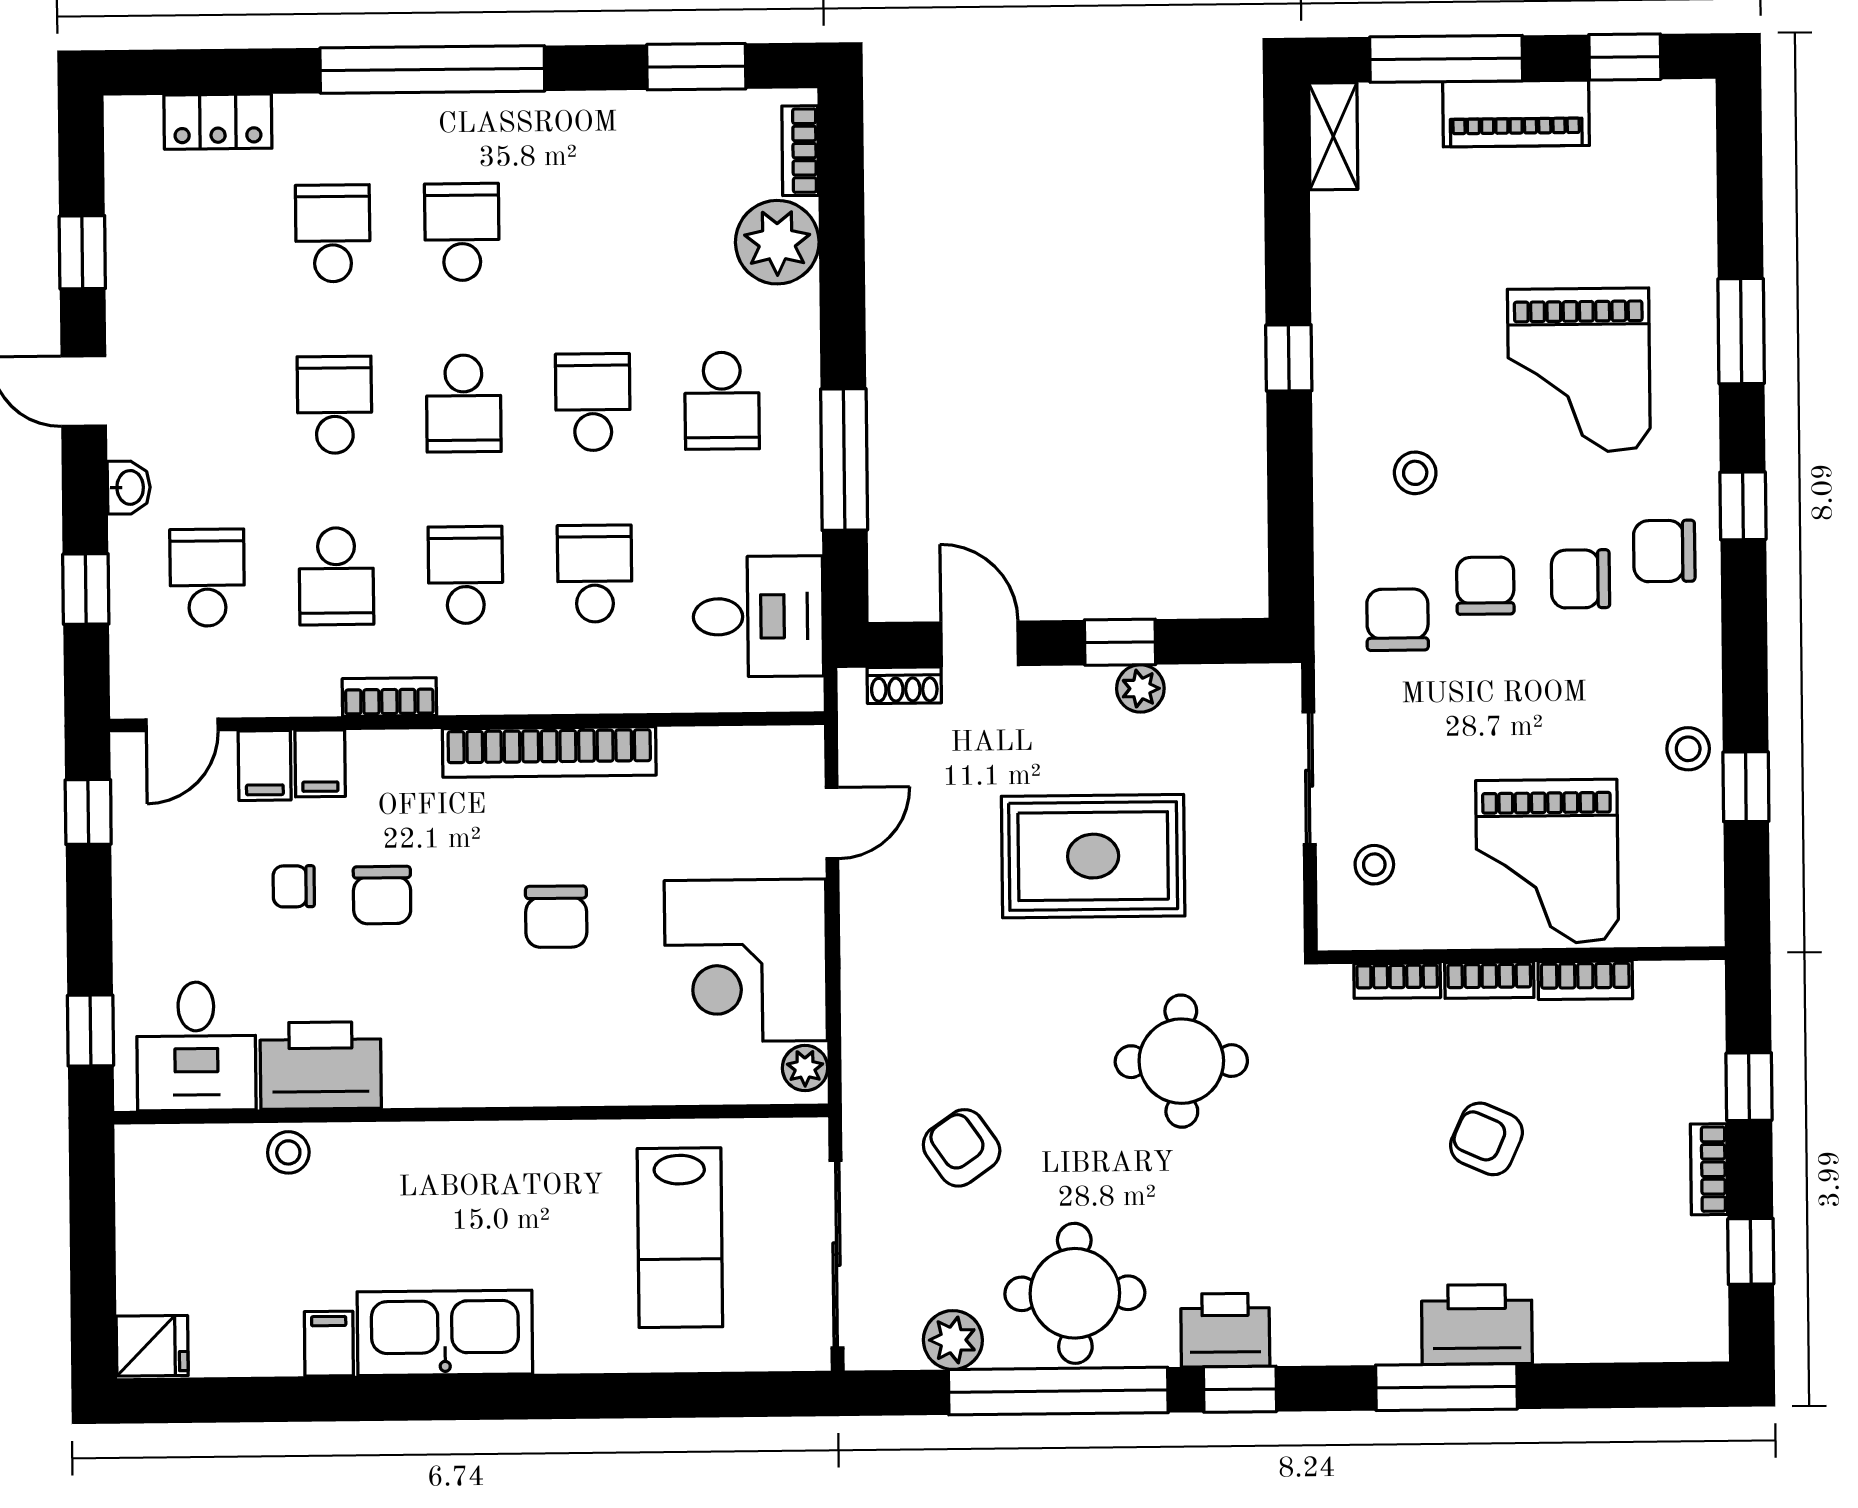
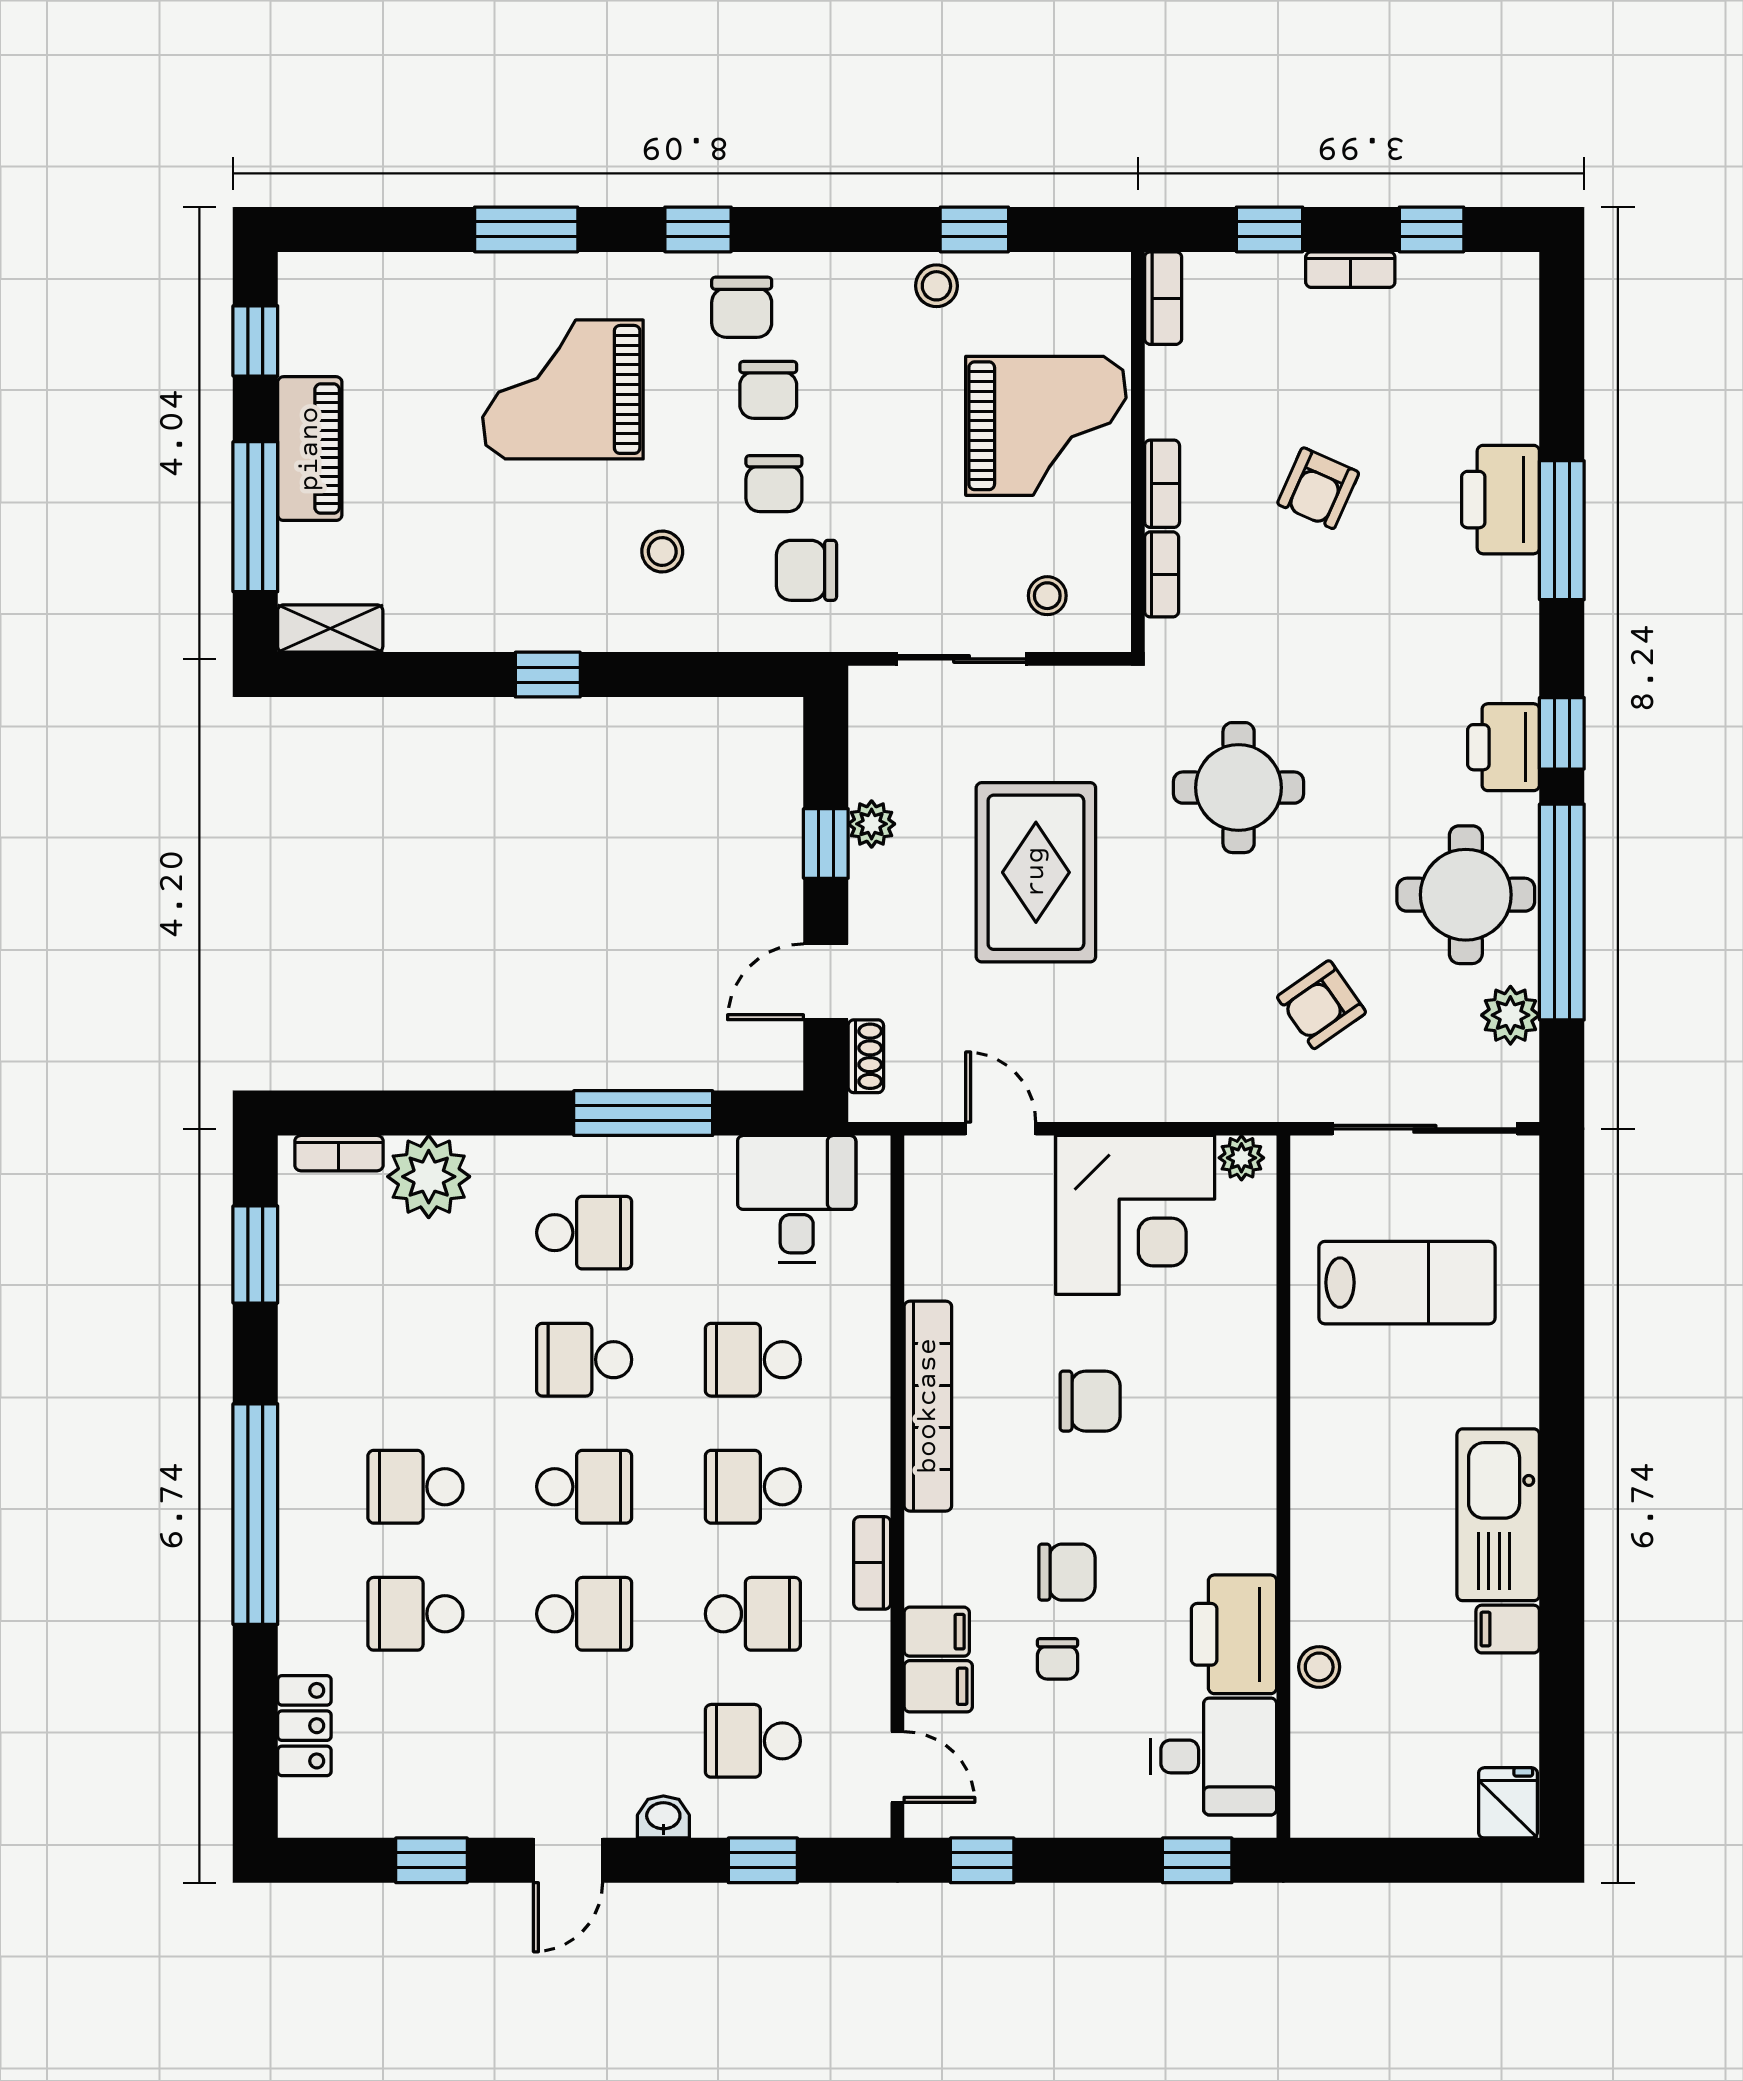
grand piano: (1579, 370) -> (563, 389), turned 180
school desk: (335, 405) -> (584, 1614), turned 180
chair: (1485, 586) -> (774, 484), turned -90
bookcase: (1585, 980) -> (1163, 298), moved

